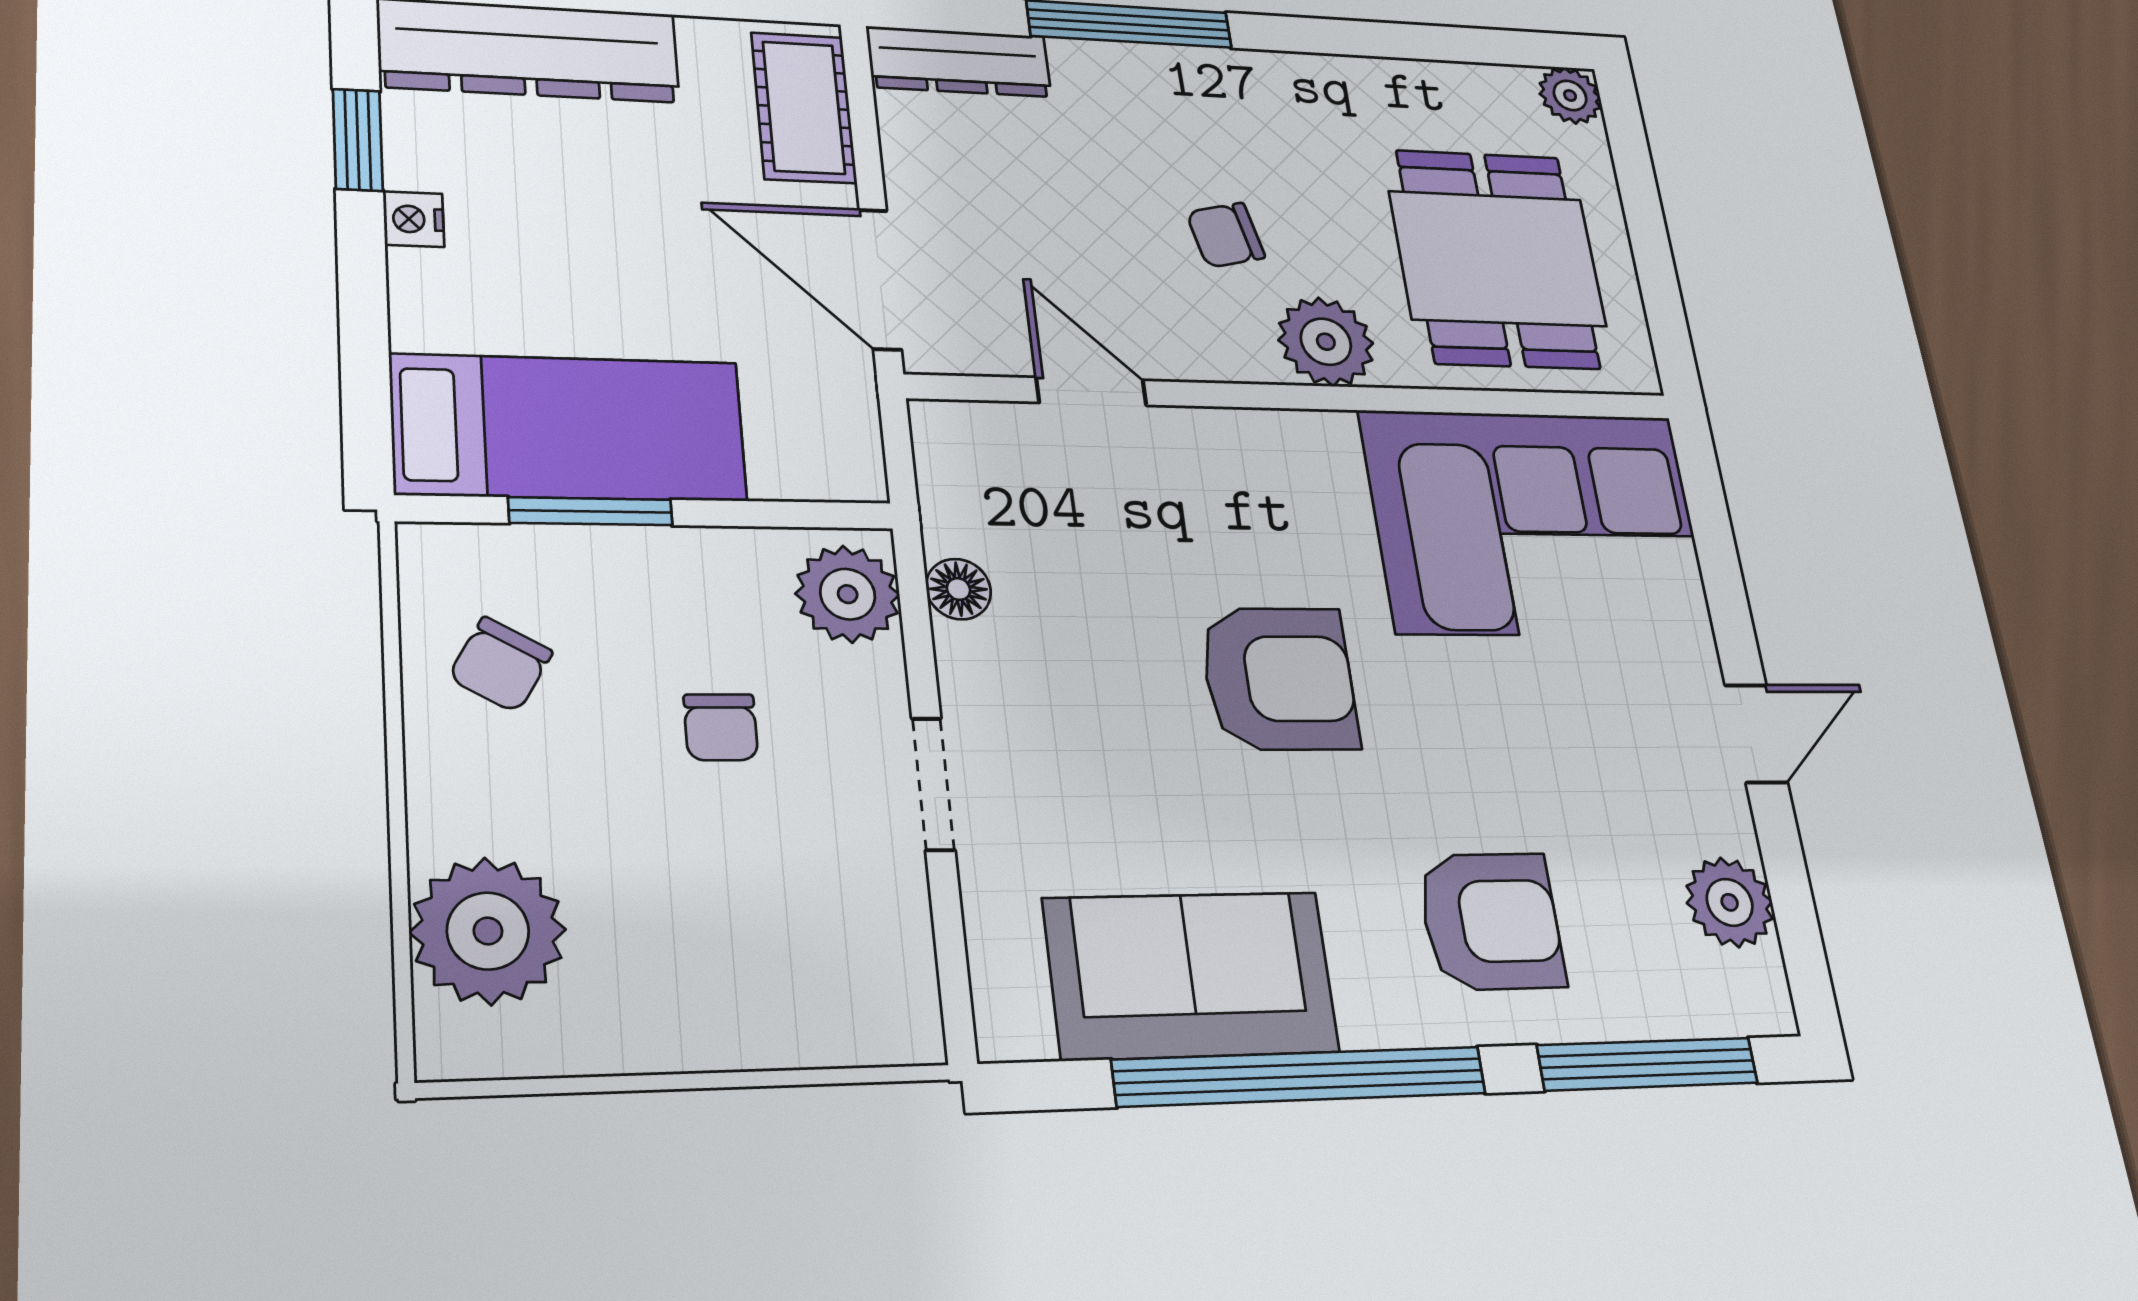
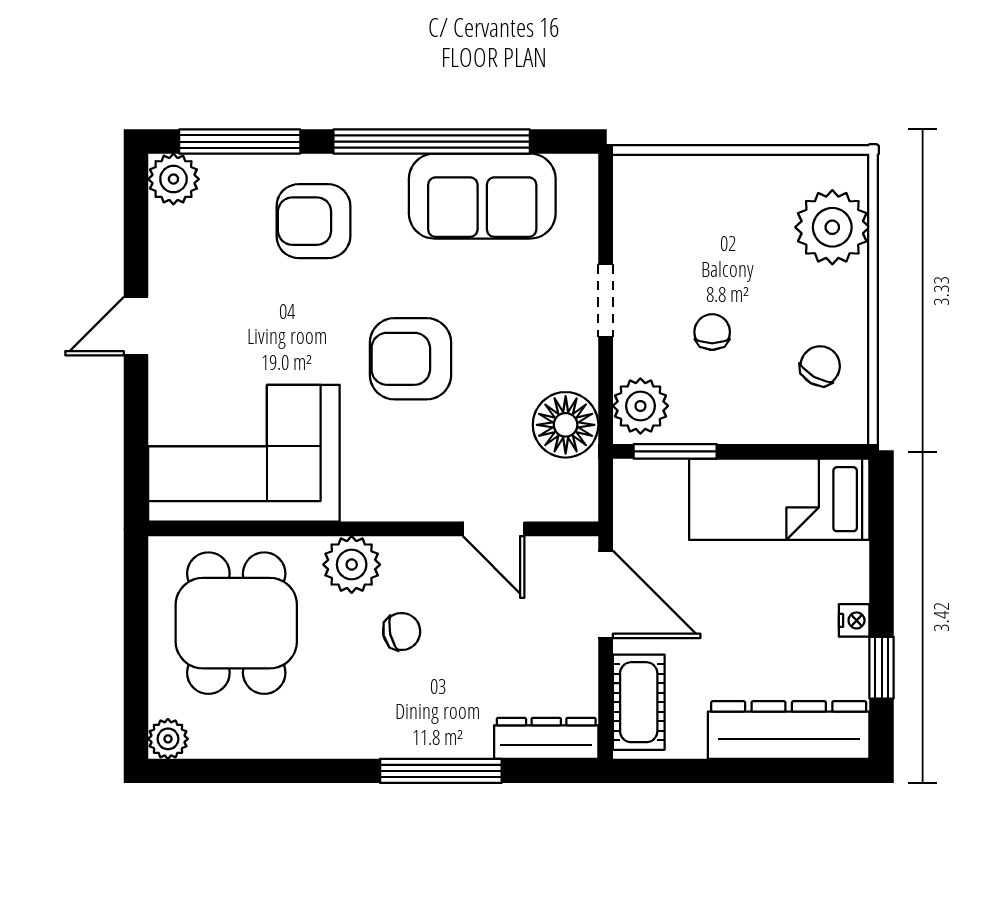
window: (591, 511) -> (675, 451), moved
floor lamp: (958, 589) -> (566, 425), width x1.89, depth x1.89
plant: (1730, 902) -> (173, 179), moved

